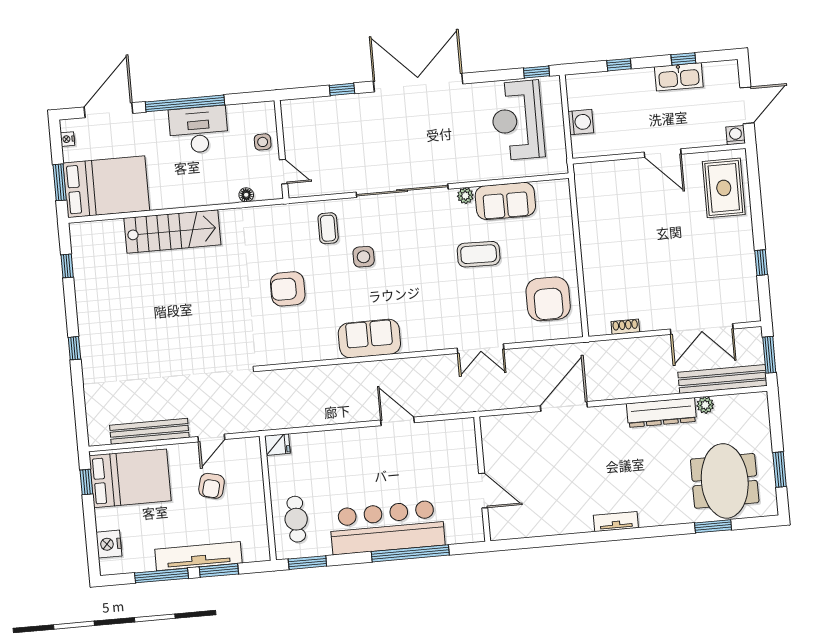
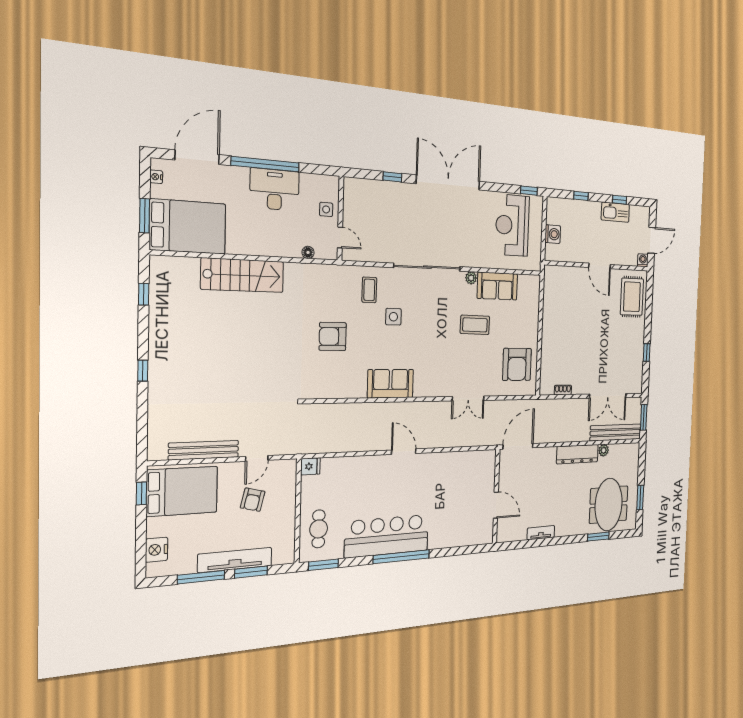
wall: (482, 479) -> (496, 496), moved
door: (483, 491) -> (496, 505), moved

